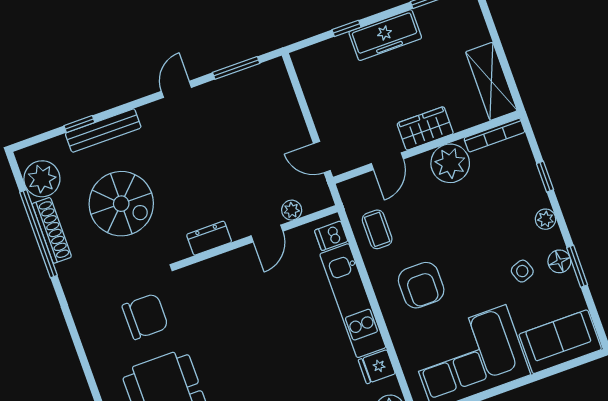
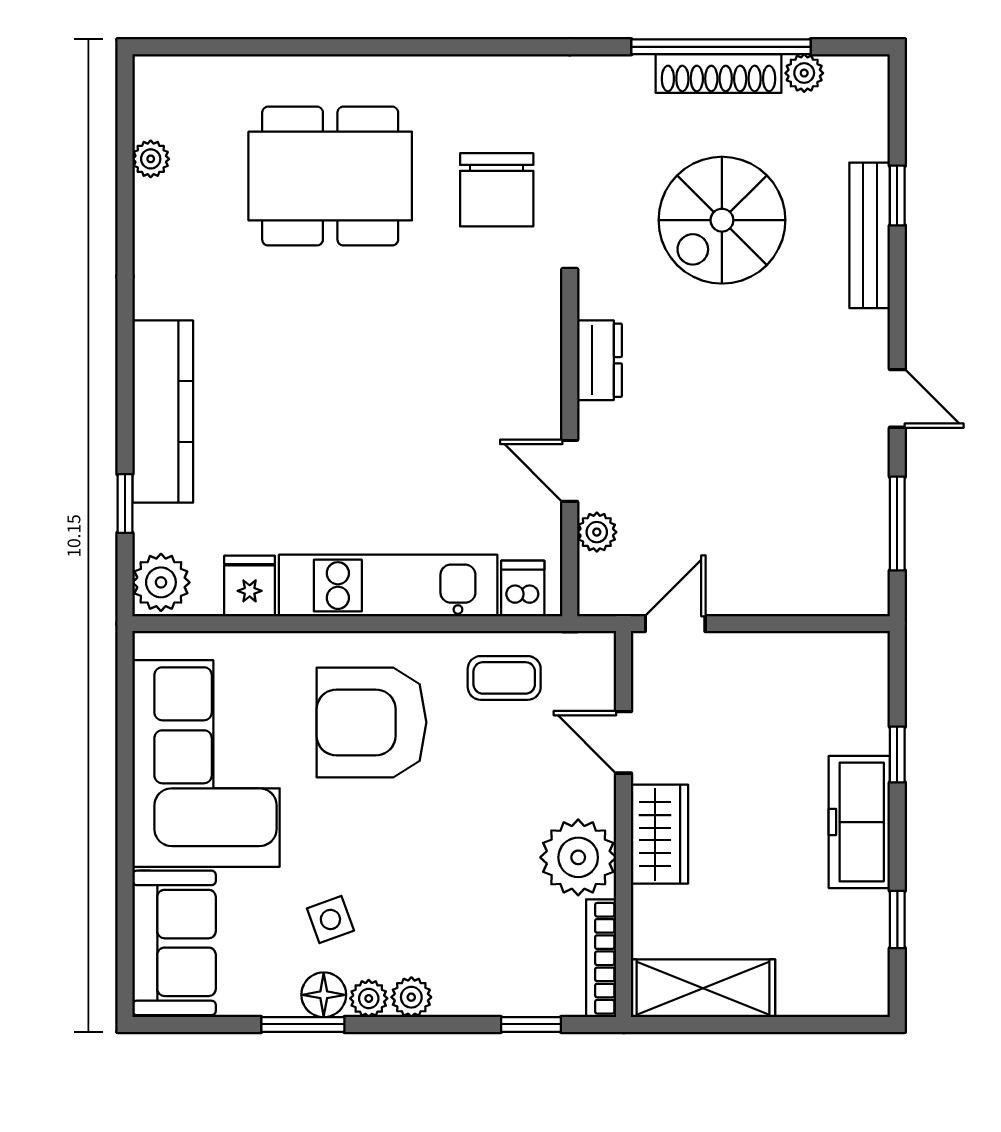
window: (545, 177) -> (531, 1024), moved
plant: (42, 179) -> (804, 73), width x0.53, depth x0.53
plant: (553, 239) -> (369, 998), added
armchair: (421, 285) -> (371, 722), width x1.36, depth x1.36

